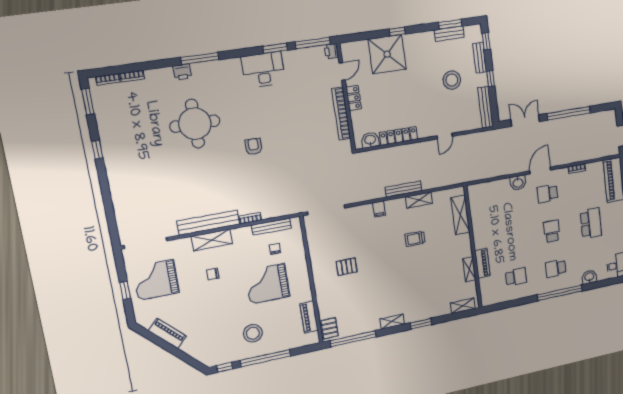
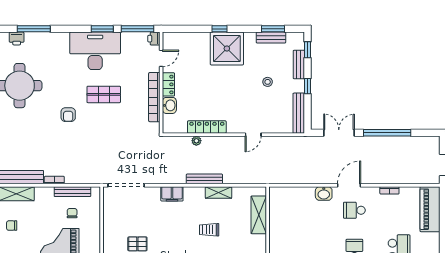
shower: (387, 54) -> (227, 49), moved
desk: (263, 70) -> (95, 51), width x1.36, depth x1.30
stool: (452, 80) -> (268, 82), width x0.53, depth x0.53
shop shelf: (288, 119) -> (104, 94), added
washbasin: (370, 140) -> (169, 105), moved, turned 90
armchair: (254, 147) -> (68, 115), turned 180
plant: (390, 152) -> (196, 141), added
filing cabinet: (379, 209) -> (172, 194), width x2.00

